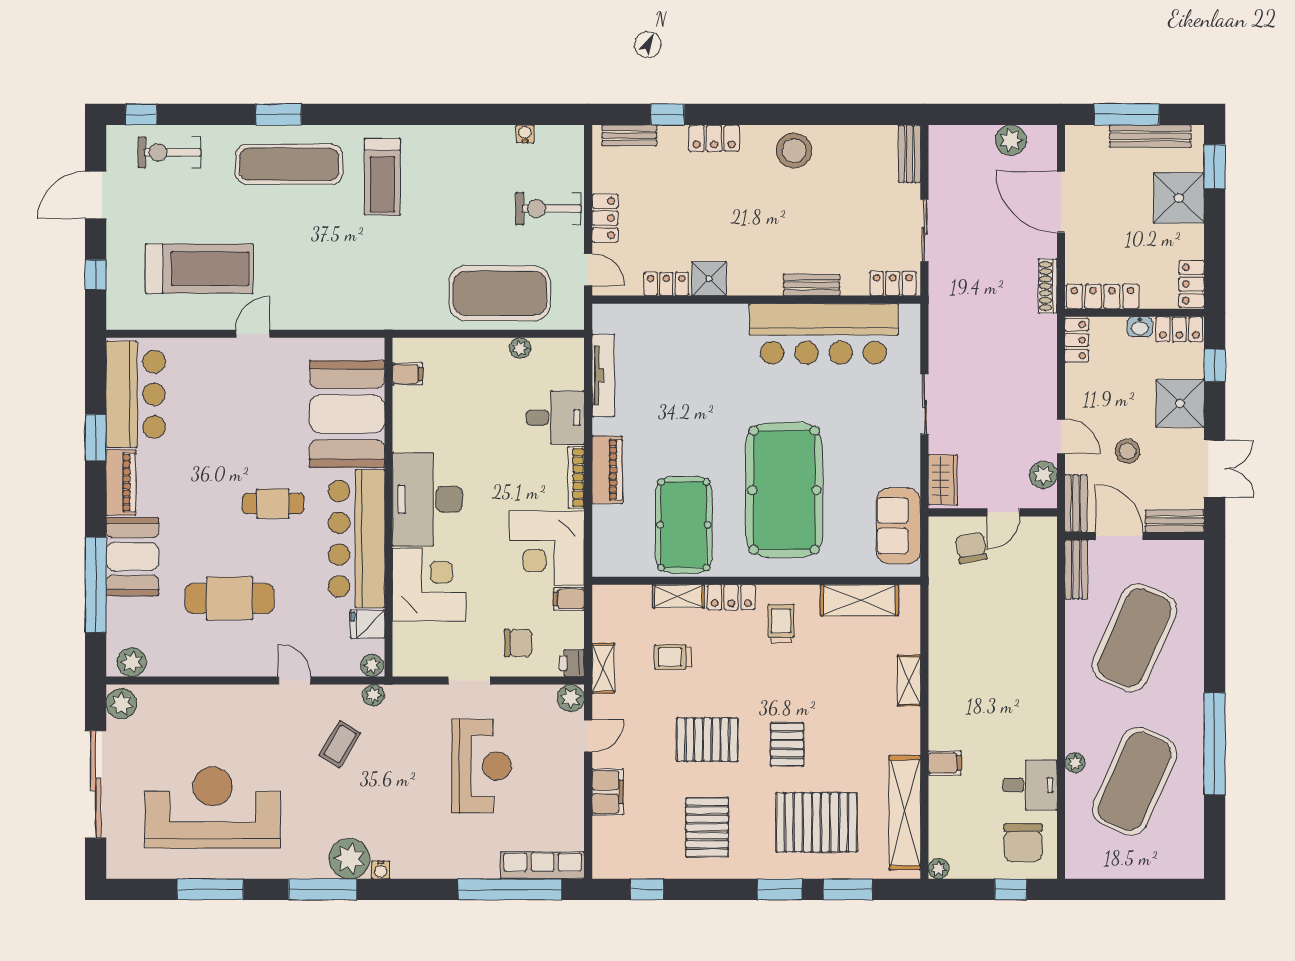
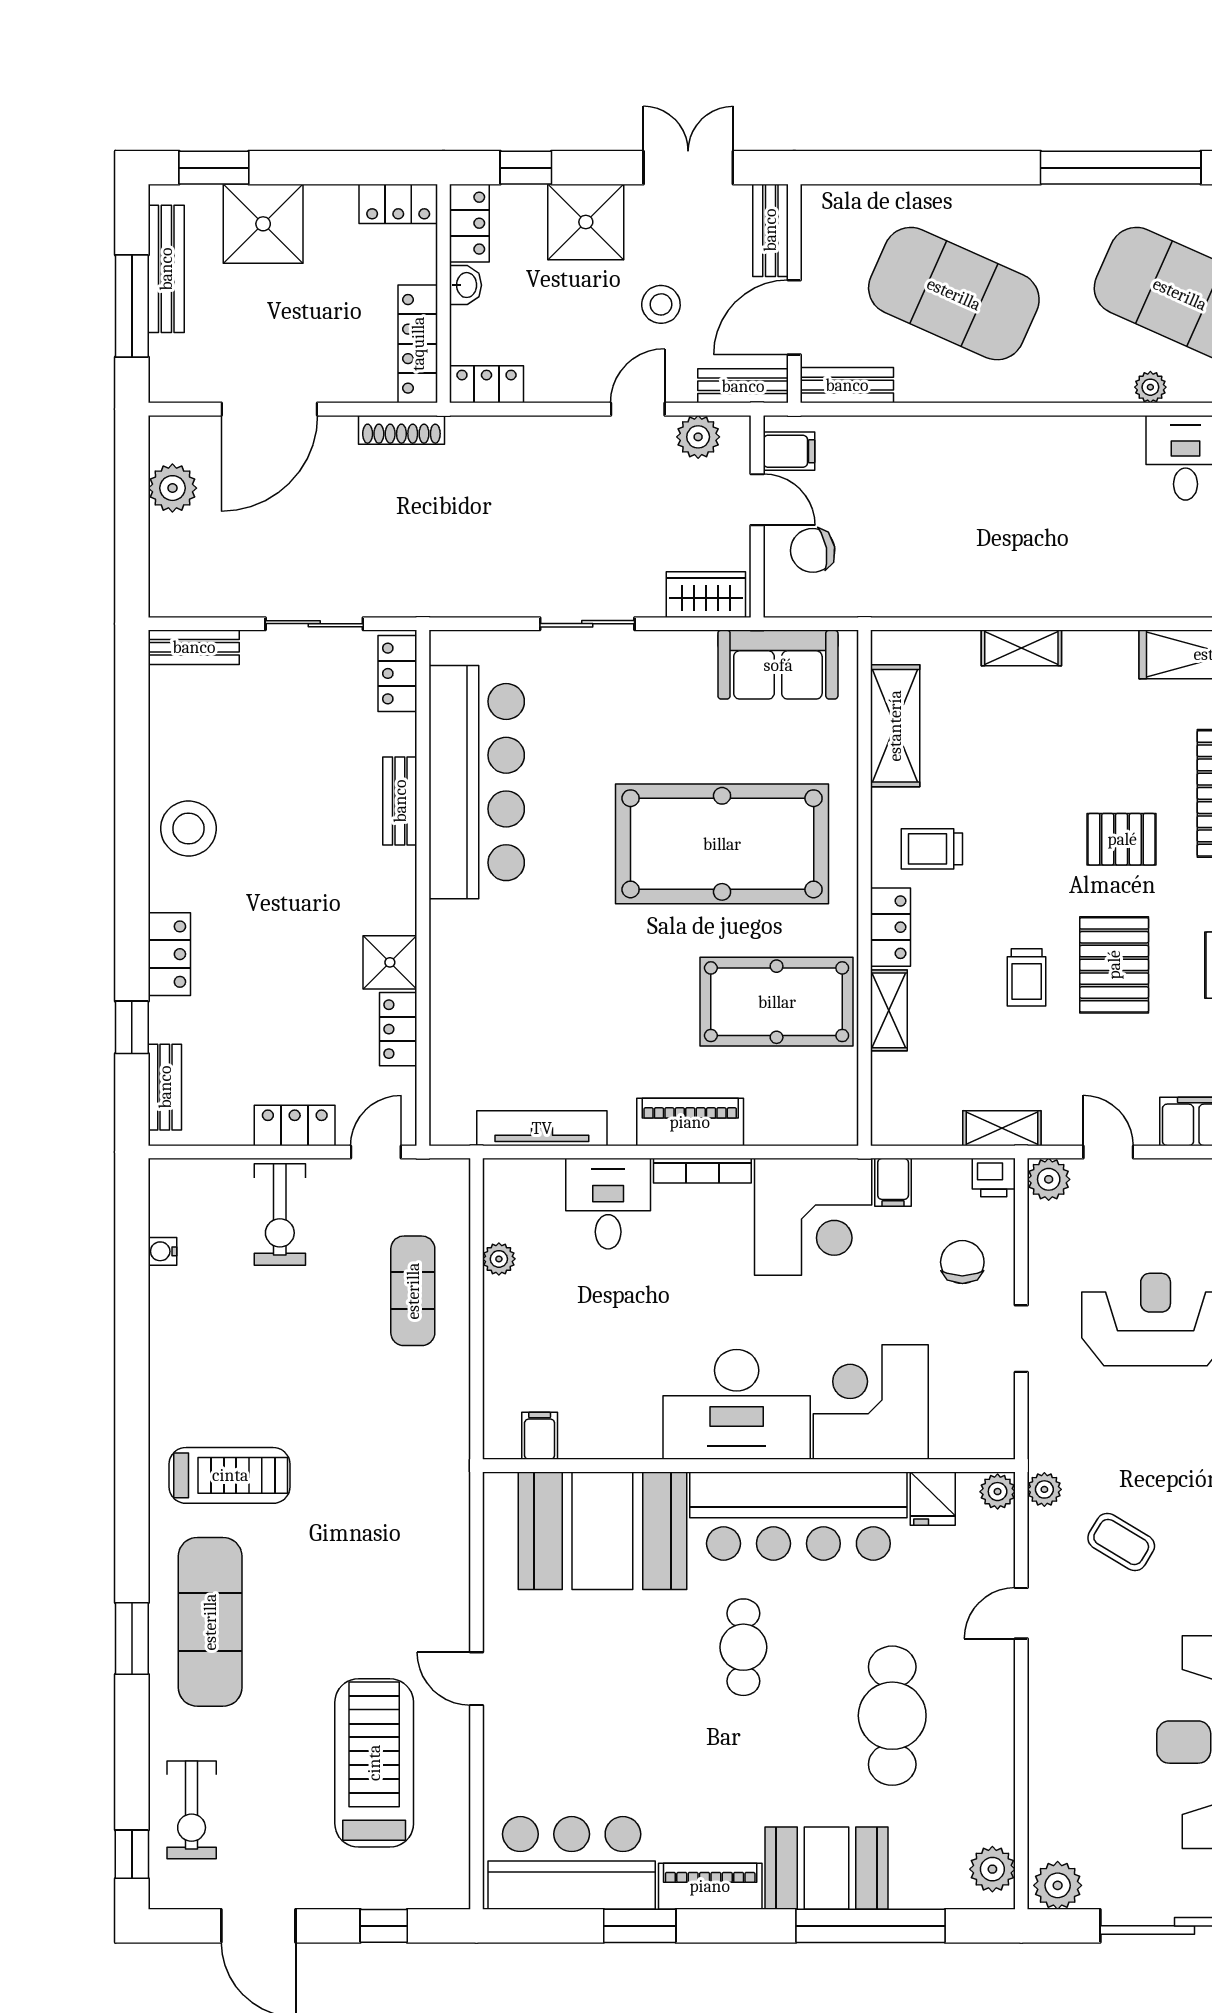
exercise mat: (500, 293) -> (413, 1291), width x0.50, depth x0.69
trolley: (673, 657) -> (1027, 977), moved
filing cabinet: (945, 763) -> (789, 451), moved, turned 90

